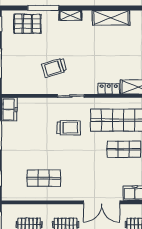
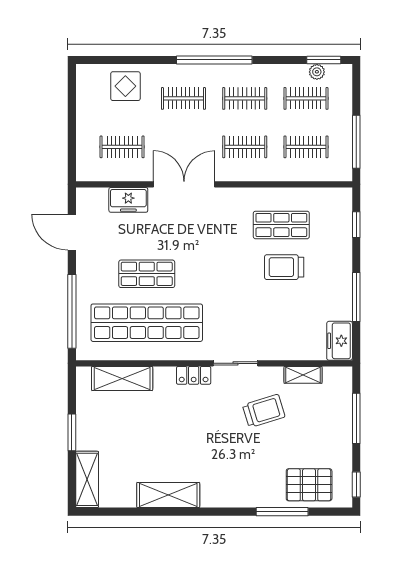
shelving: (70, 15) -> (303, 375), moved
locker: (109, 89) -> (194, 375), moved
trolley: (69, 128) -> (284, 267), moved

